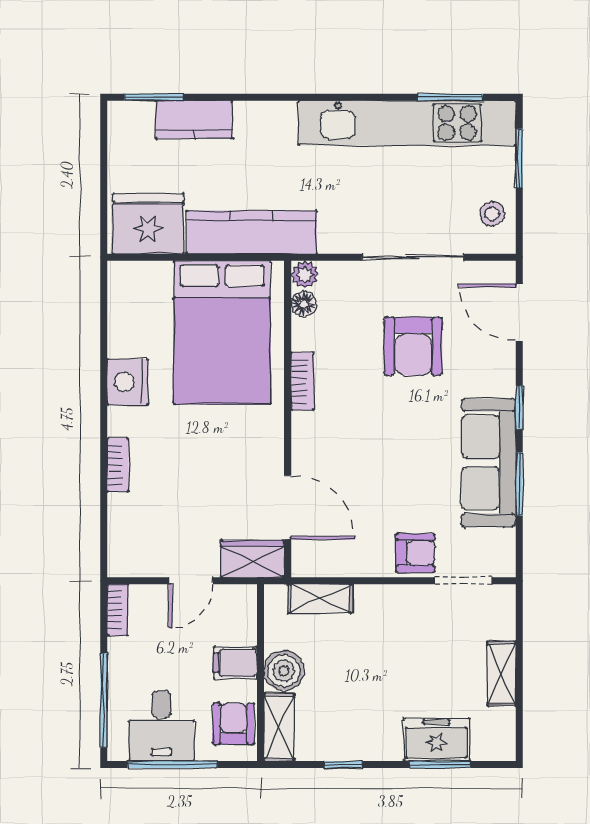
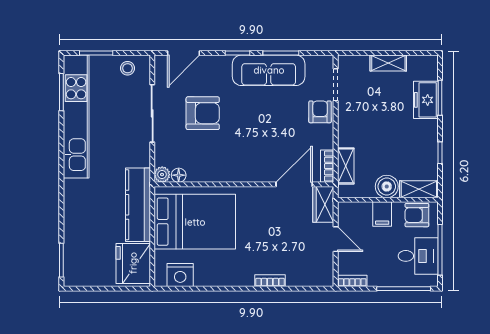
kitchen counter: (194, 120) -> (74, 237), removed
bookcase: (303, 381) -> (327, 166), moved, turned -90
nightstand: (128, 382) -> (180, 275), moved

